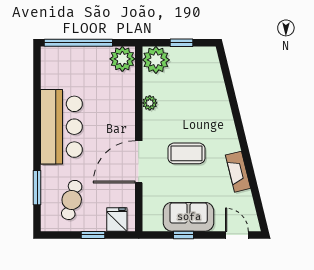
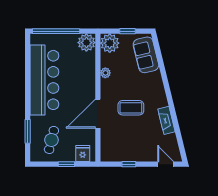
bar counter: (61, 127) -> (44, 80), width x1.36
sofa: (189, 217) -> (146, 55), moved, turned -104

